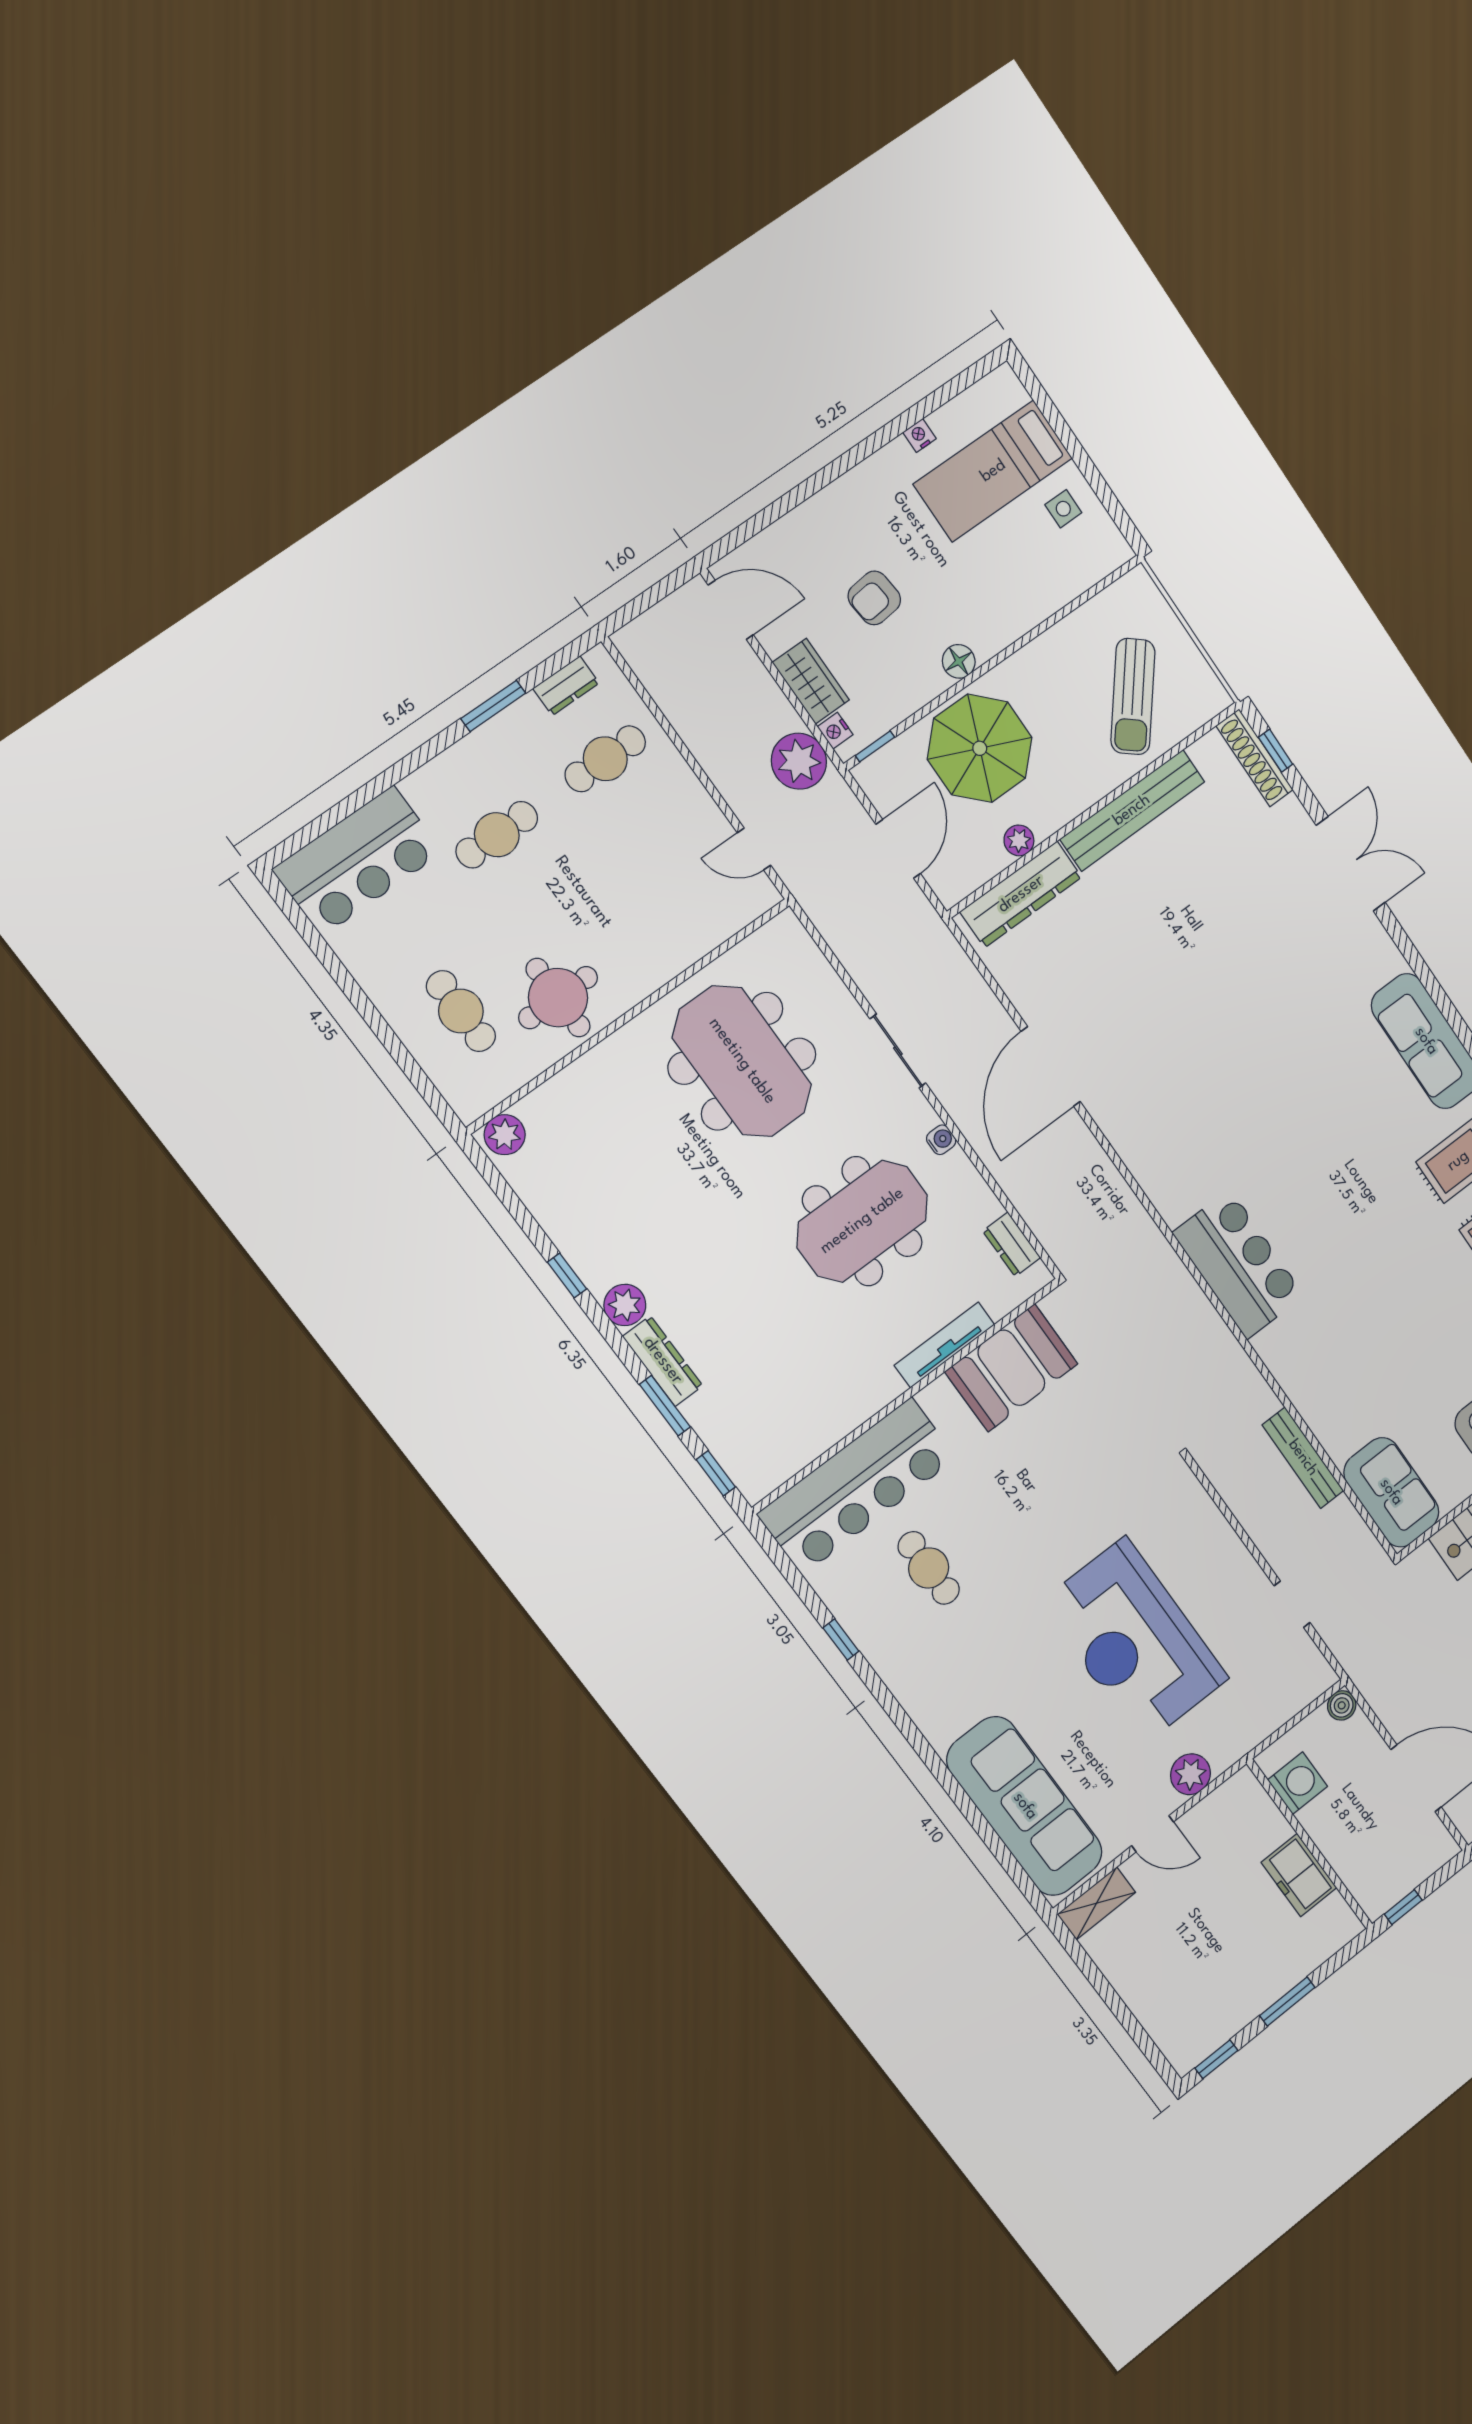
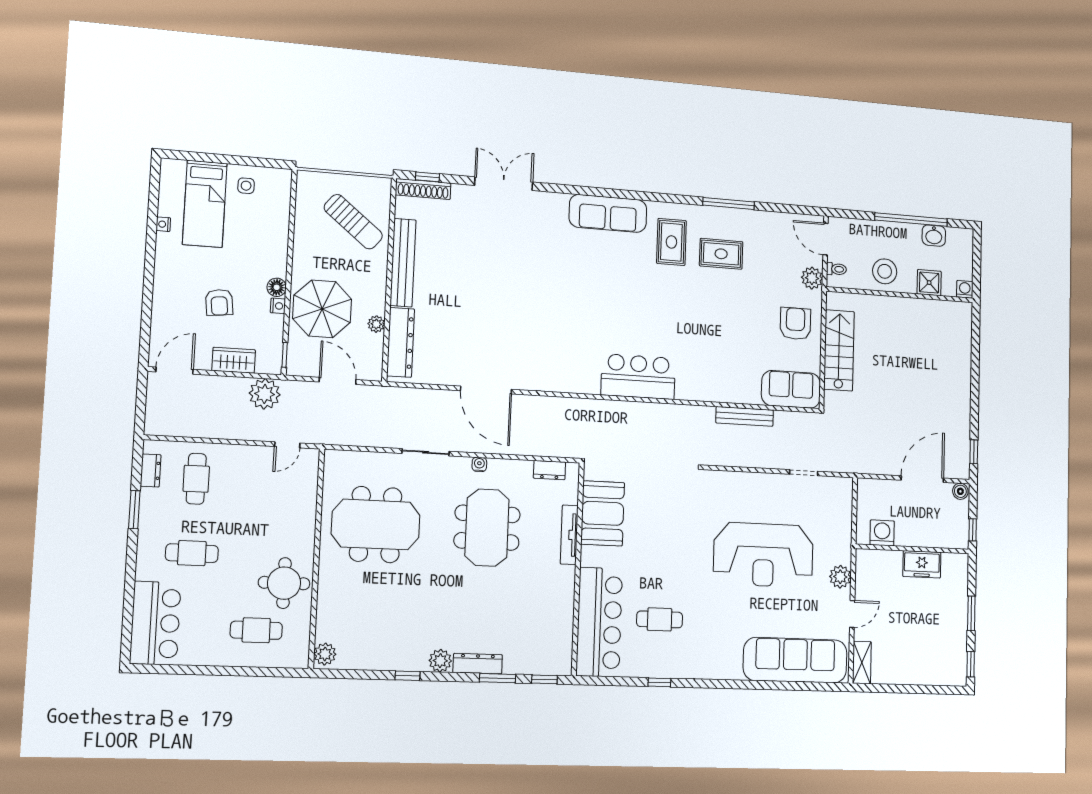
nightstand: (835, 731) -> (278, 306), moved, turned -90
cafe table: (497, 835) -> (192, 553), turned 90
boiler: (1342, 1705) -> (960, 491), moved

